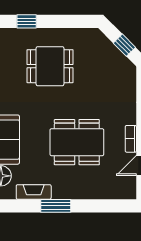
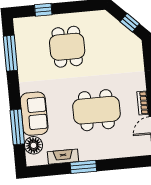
dining table: (50, 66) -> (67, 47), turned 90

